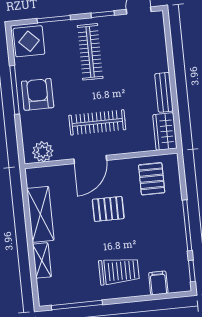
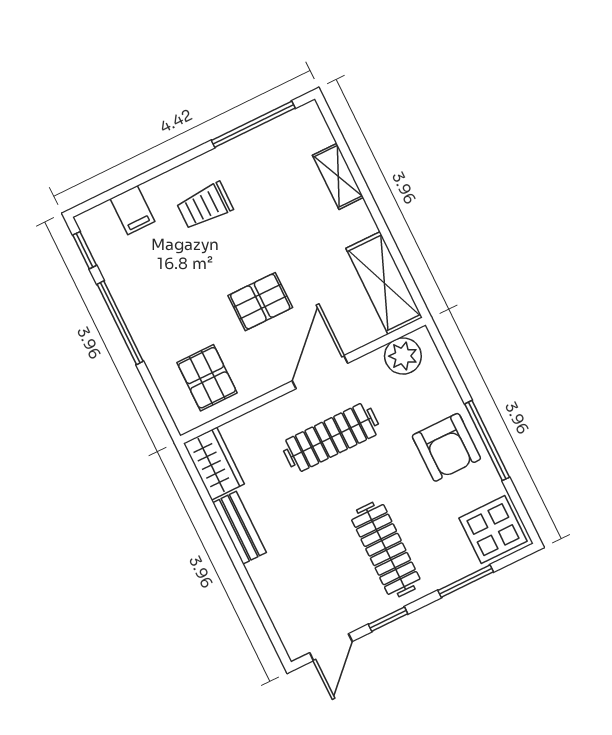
shelving: (40, 214) -> (384, 283), moved
trolley: (119, 271) -> (205, 206), width x0.73, depth x0.72

